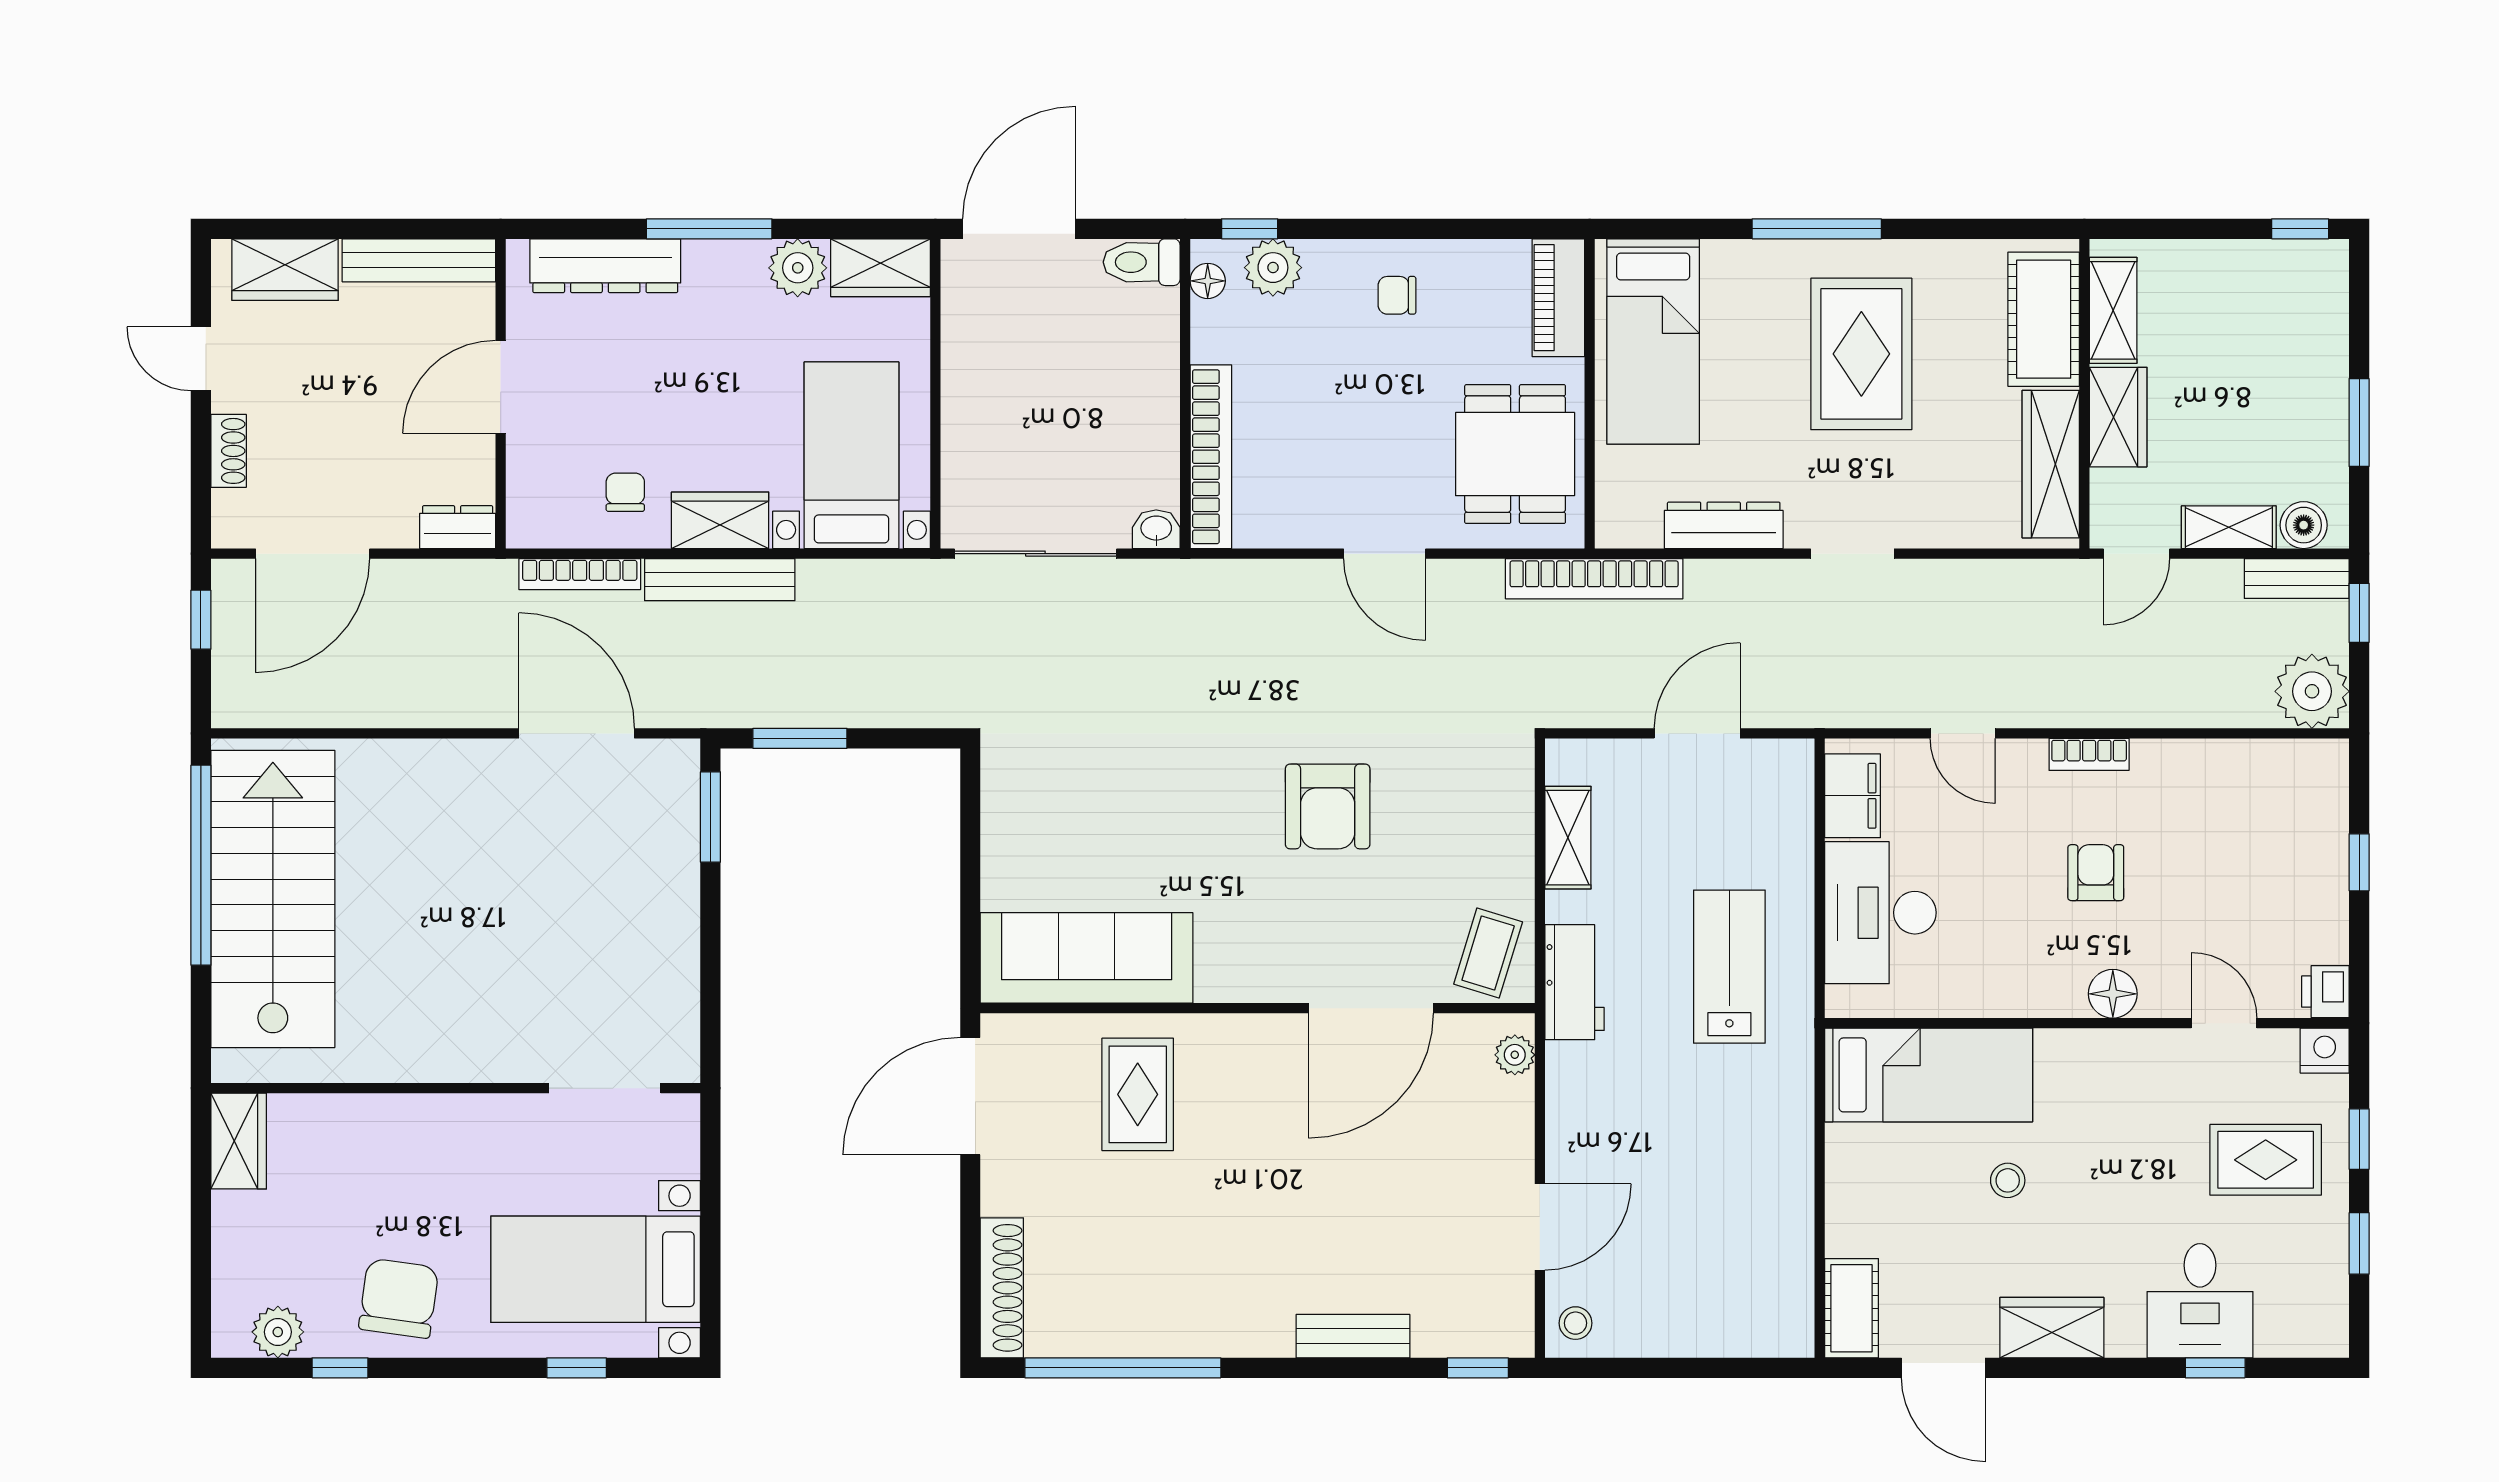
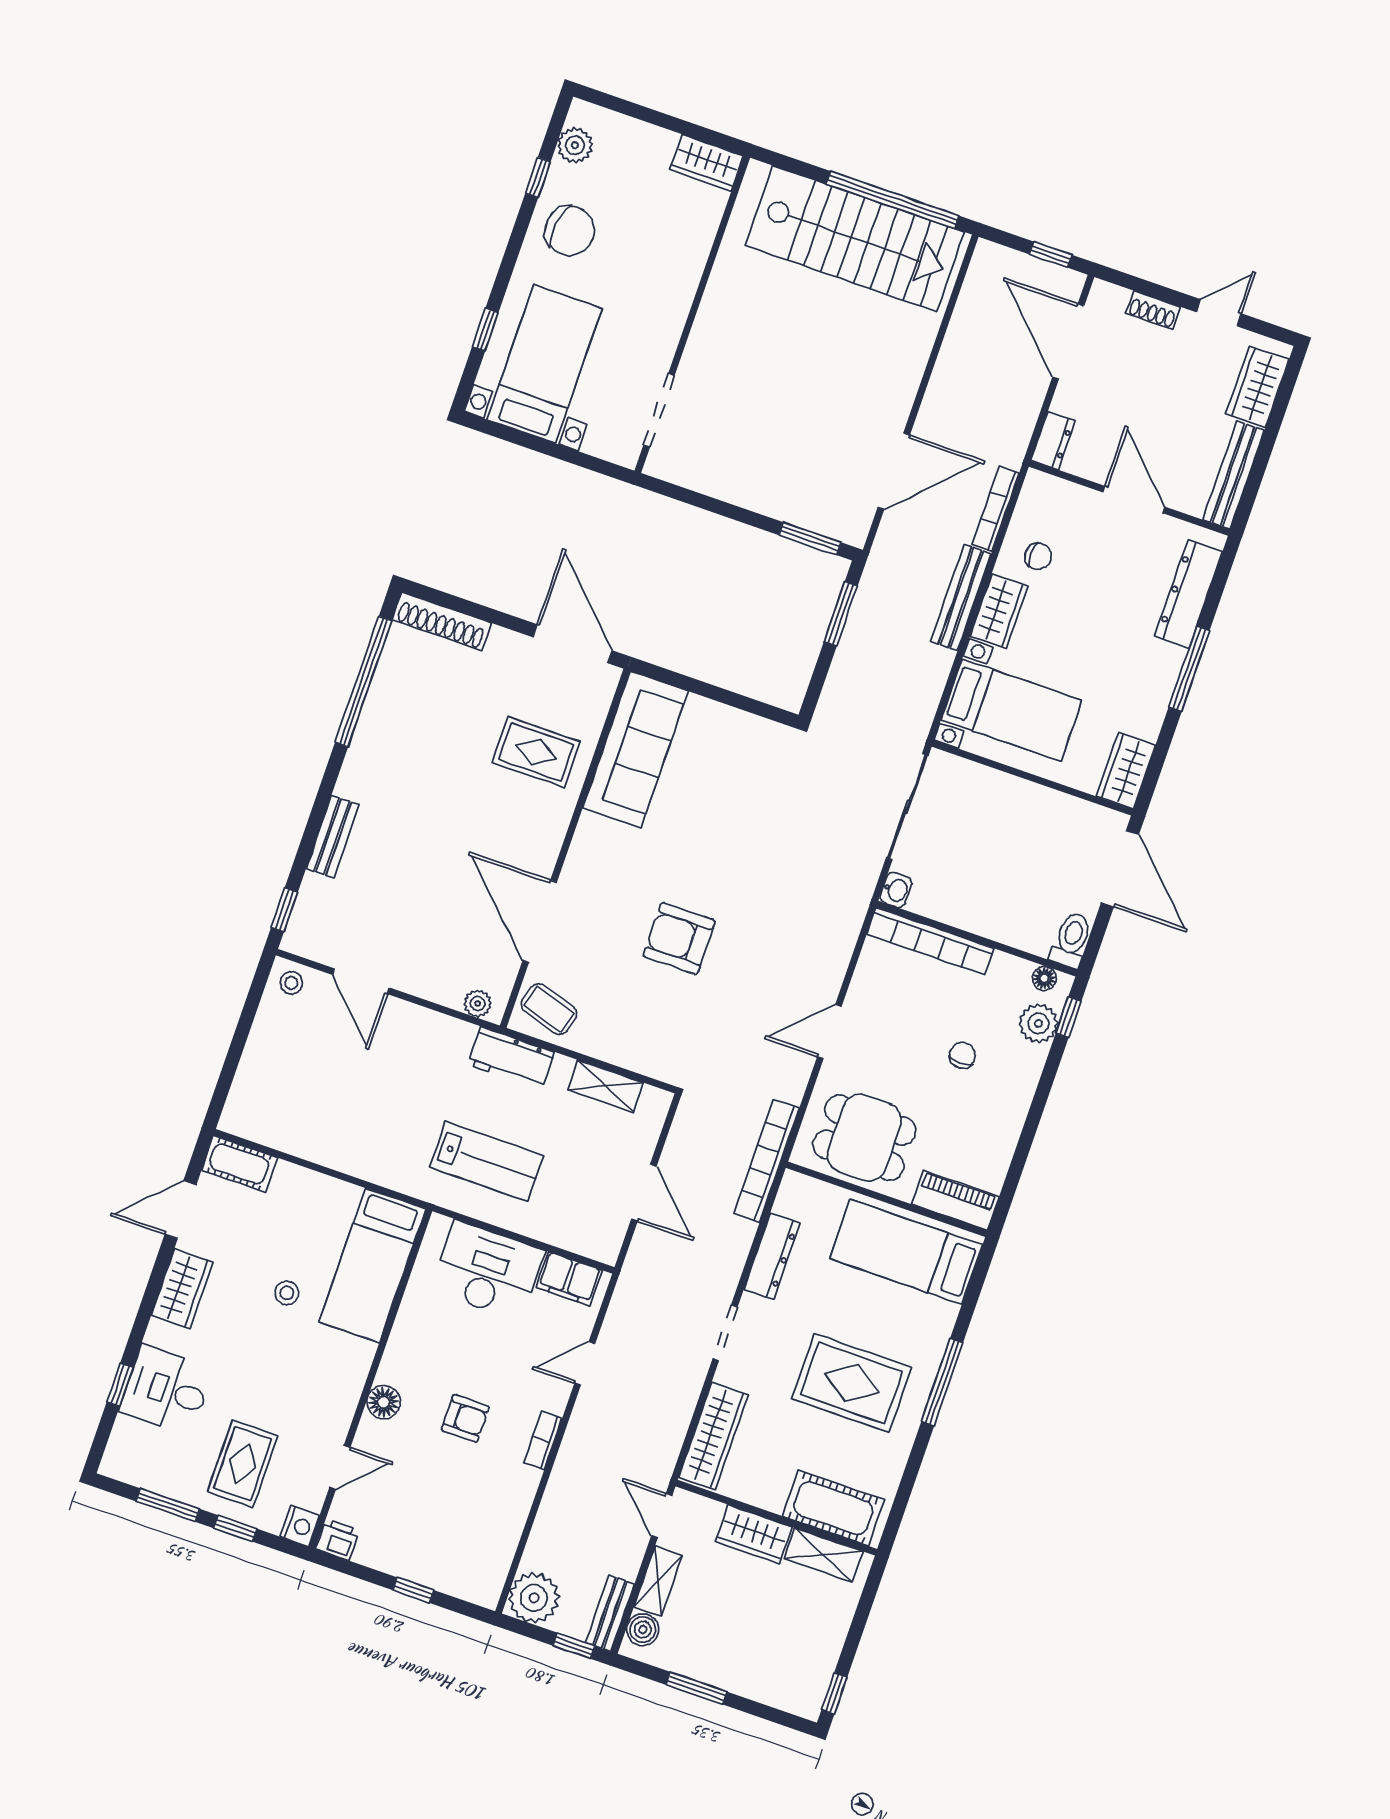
plant: (798, 268) -> (1144, 717), removed
chair: (1397, 295) -> (962, 1055), moved
wardrobe: (2051, 464) -> (714, 1436), moved, turned 90
window: (2359, 1243) -> (168, 1505), width x1.50

